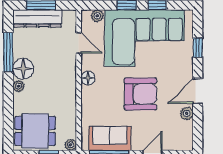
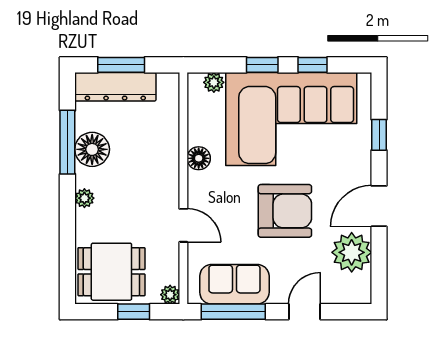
door: (79, 43) -> (183, 225), moved
floor lamp: (23, 69) -> (92, 149), moved
floor lamp: (88, 78) -> (199, 158), moved
plant: (187, 114) -> (352, 252), width x1.88, depth x1.88

